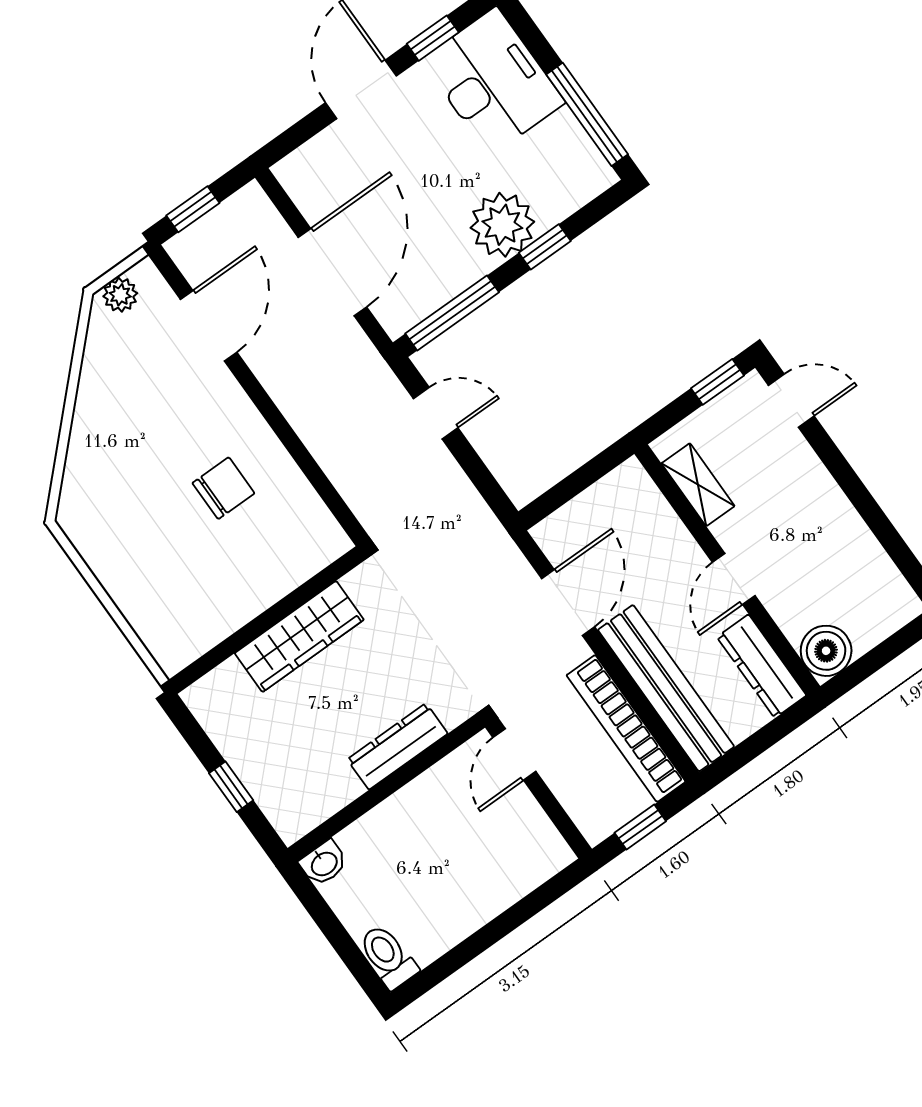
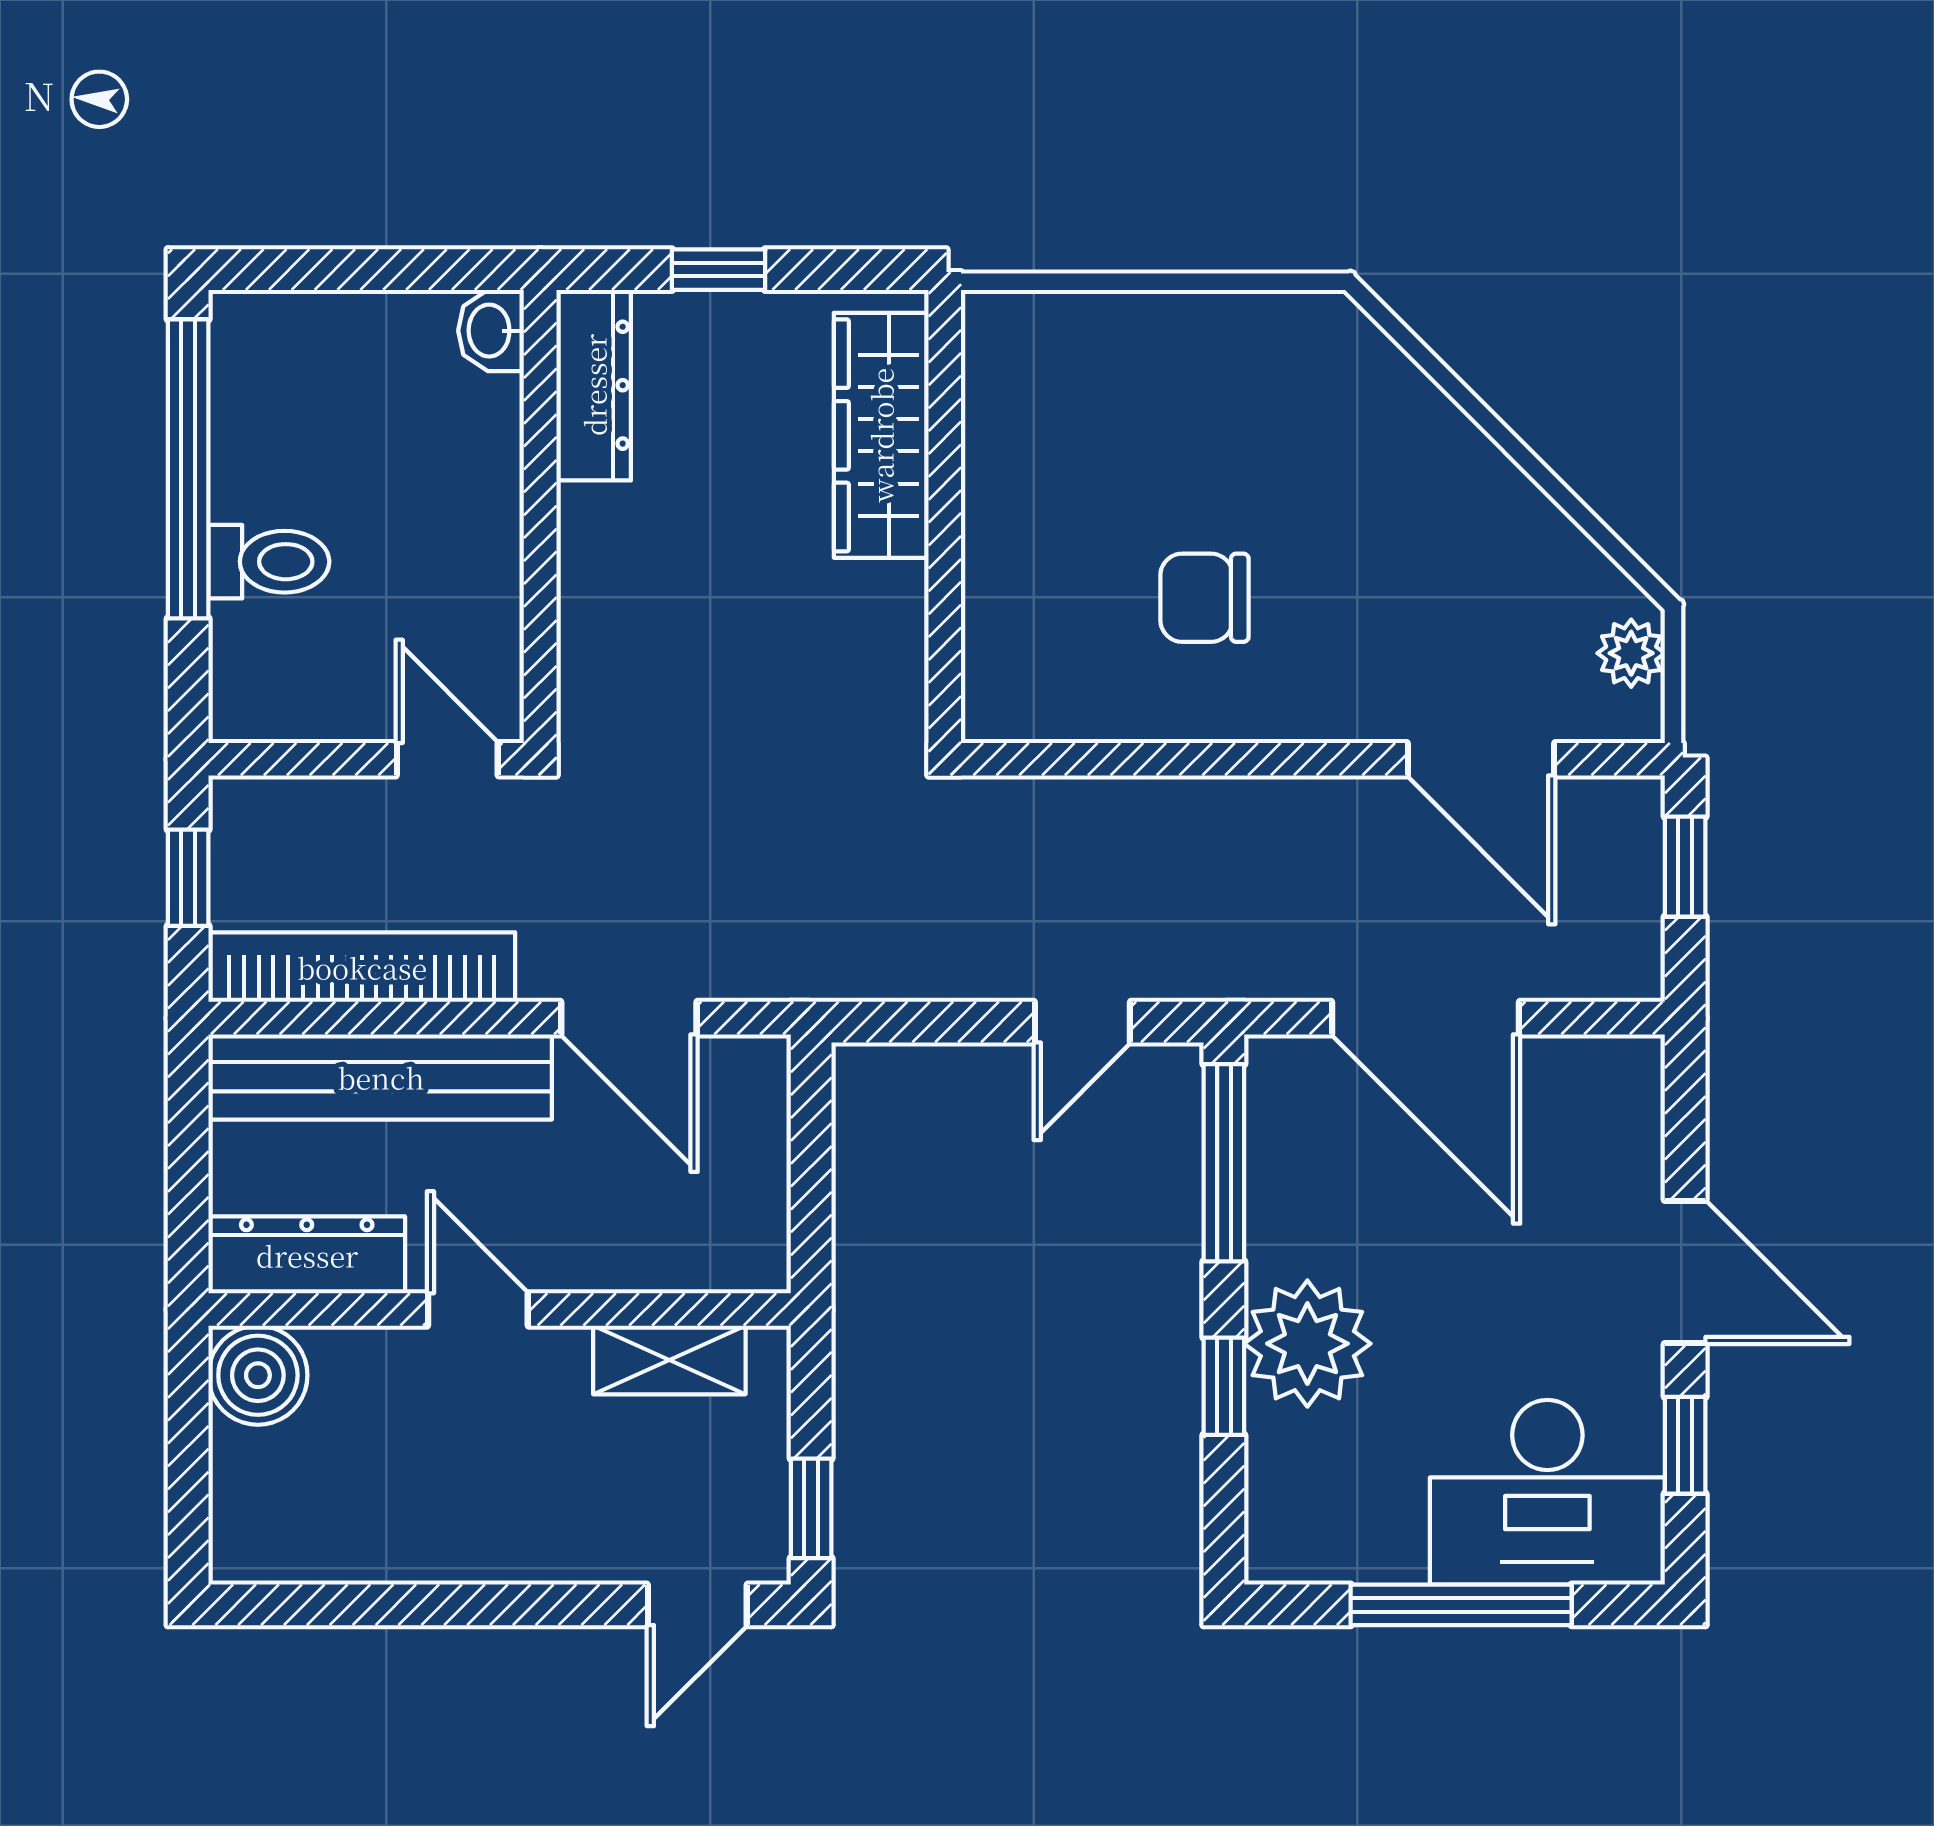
window: (587, 114) -> (1461, 1605), moved
chair: (223, 488) -> (1204, 598), turned 90
wardrobe: (299, 636) -> (881, 435), moved
dresser: (397, 746) -> (594, 385), moved
window: (471, 948) -> (188, 469), added
toilet: (388, 957) -> (269, 562), moved

